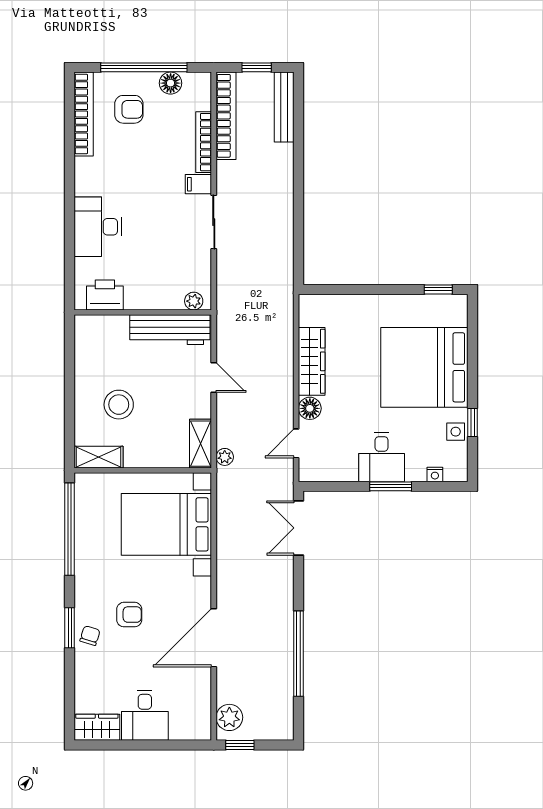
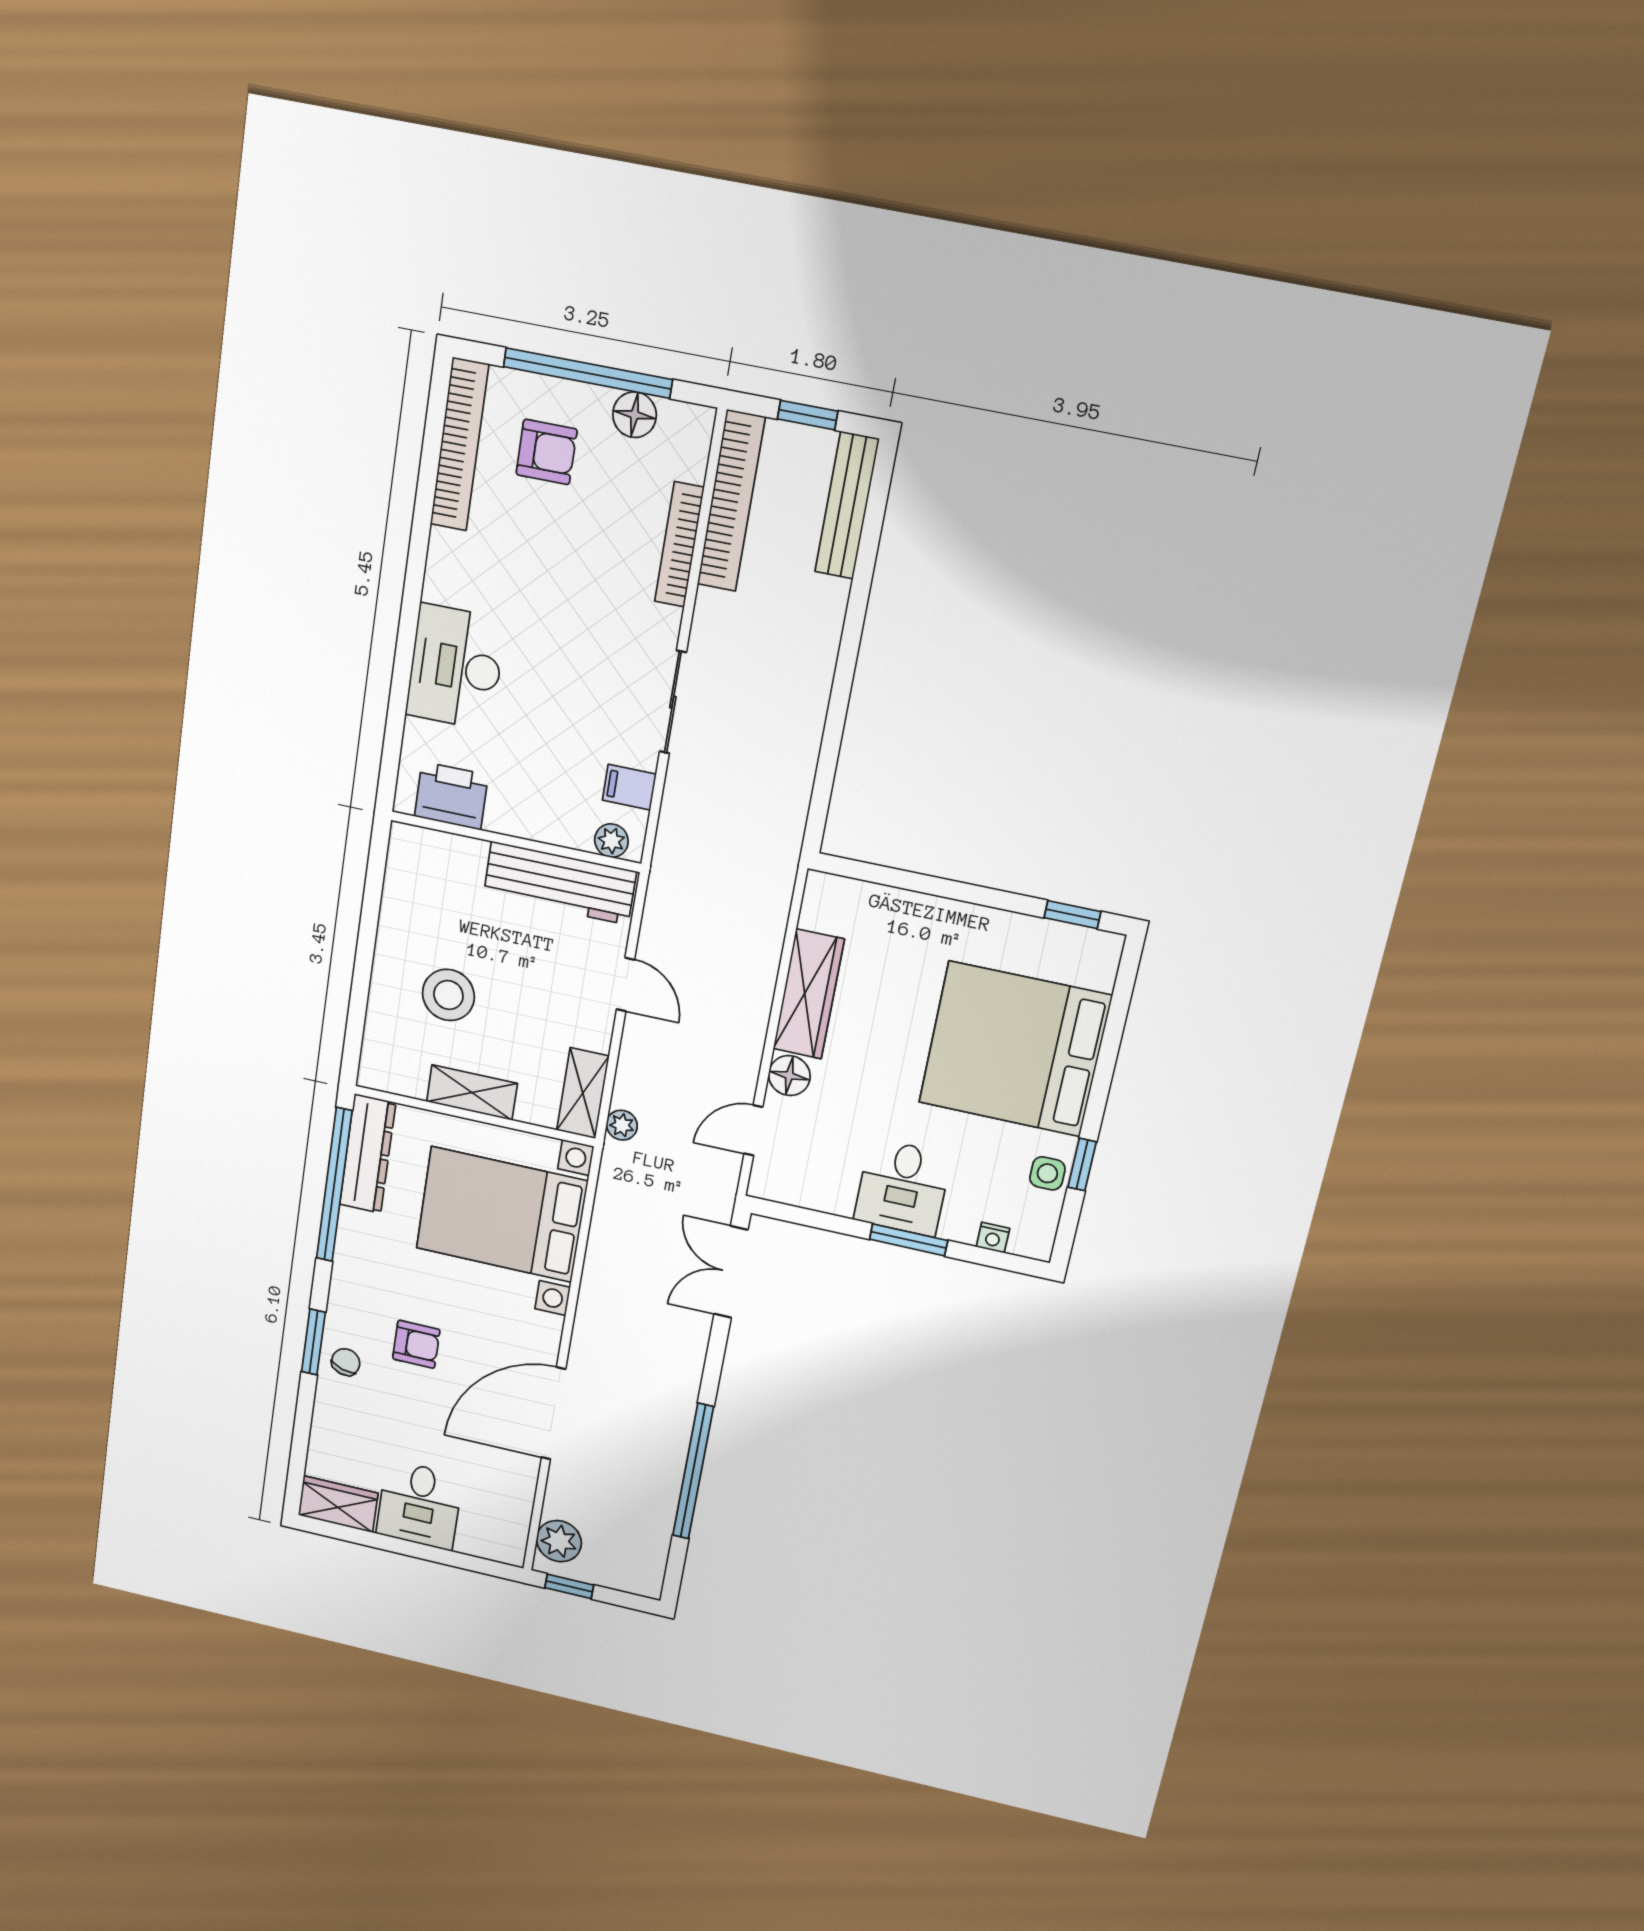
filing cabinet: (198, 184) -> (629, 787), moved
shelving: (99, 457) -> (472, 1092), moved
dresser: (86, 506) -> (368, 1154), added

